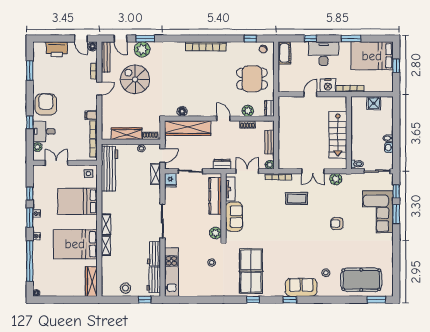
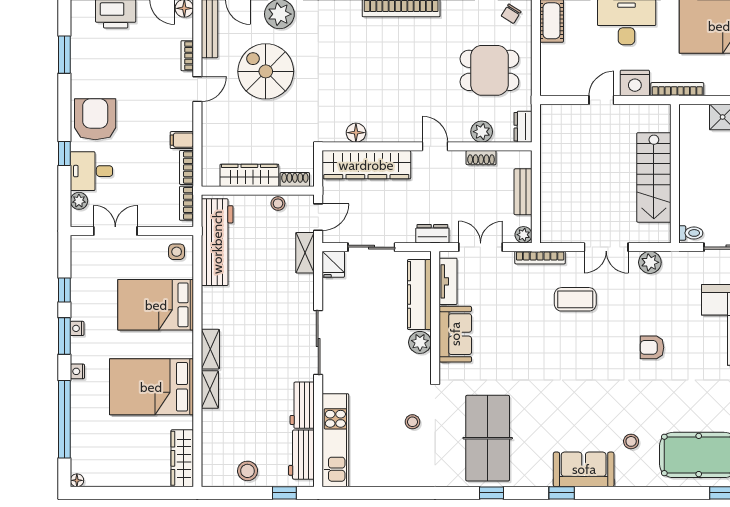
plant: (216, 233) -> (420, 342), moved

